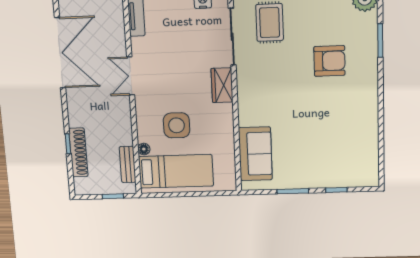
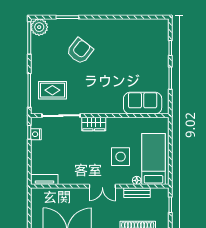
armchair: (329, 61) -> (80, 51), turned 38
double door: (131, 76) -> (102, 186), moved
bench: (128, 164) -> (137, 193), moved

